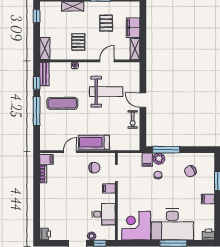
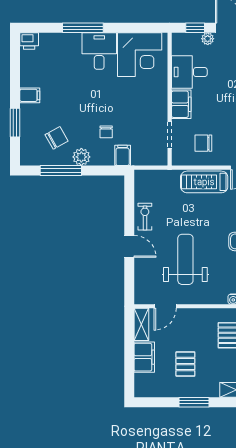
door: (107, 61) -> (165, 306), moved
weight bench: (106, 92) -> (185, 259), turned 90
treadmill: (94, 142) -> (204, 182), turned 180
window: (166, 150) -> (61, 171), moved
plant: (159, 159) -> (81, 157), moved
filing cabinet: (109, 188) -> (181, 104), width x2.00
desk: (172, 224) -> (99, 51), width x0.53, depth x0.77

